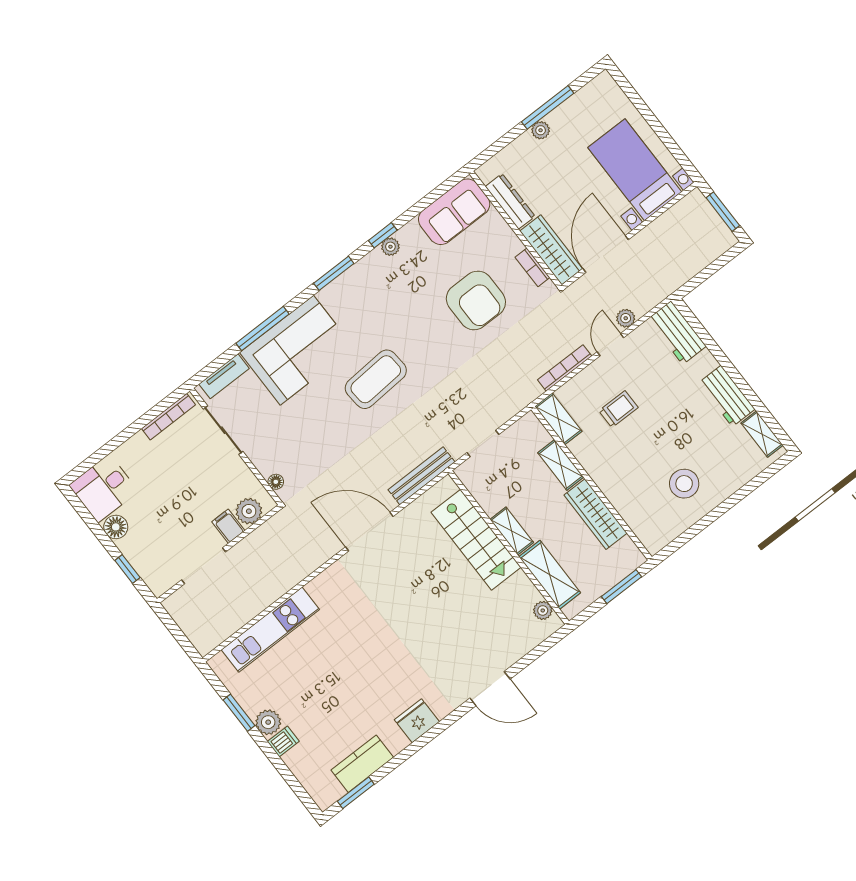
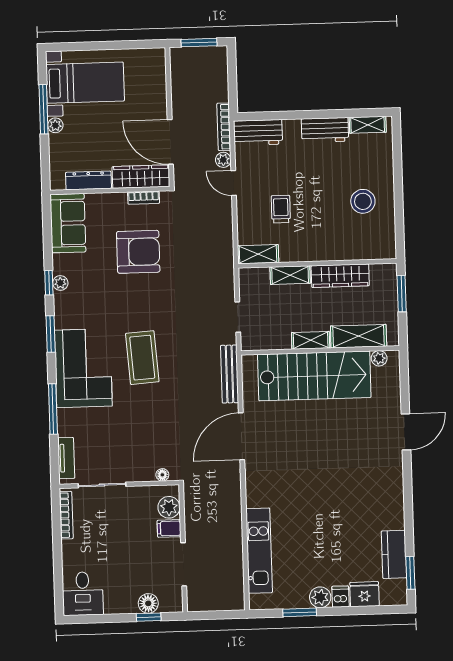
bed with nightstands: (635, 170) -> (85, 83), moved, turned 180
corner sofa: (297, 350) -> (83, 368), moved
bookcase: (565, 368) -> (224, 127), moved
floor lamp: (116, 527) -> (148, 603), moved
stairs: (476, 540) -> (314, 376), width x1.36, depth x1.51
fridge: (417, 721) -> (364, 594), moved, turned 90

